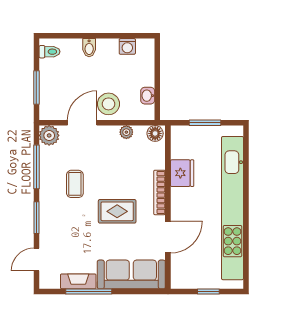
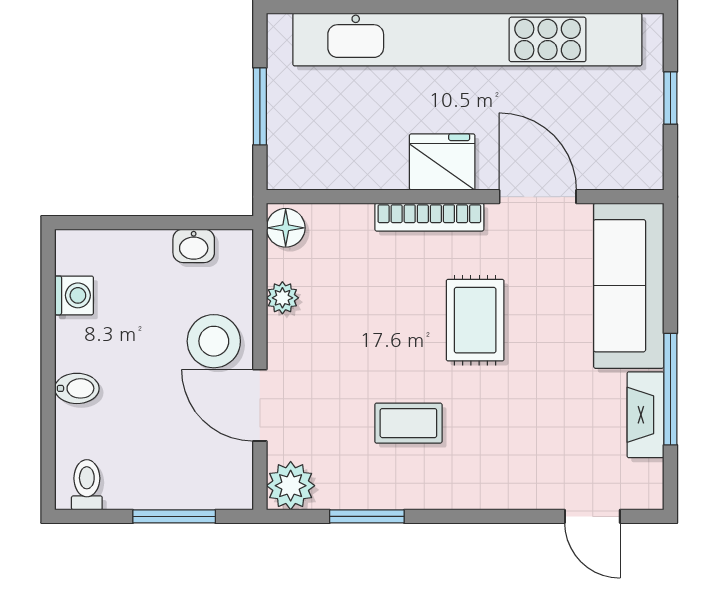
window: (36, 167) -> (367, 516), width x0.69
fridge: (182, 173) -> (442, 162), moved
window: (36, 218) -> (491, 516), removed

